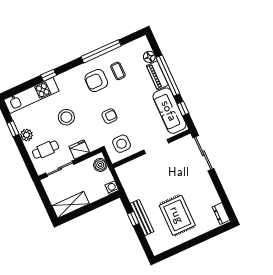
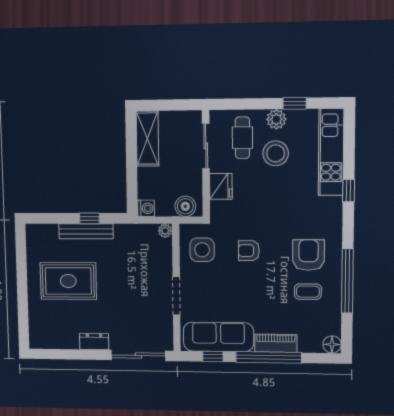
floor lamp: (149, 57) -> (332, 344), moved
armchair: (109, 116) -> (249, 251), turned 90
stool: (66, 117) -> (276, 153), moved
plant: (120, 170) -> (165, 231), added
dresser: (221, 214) -> (94, 342), moved

